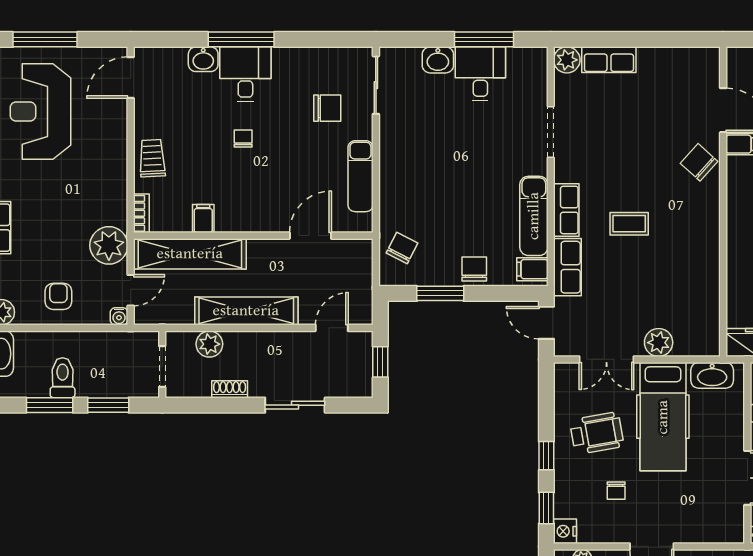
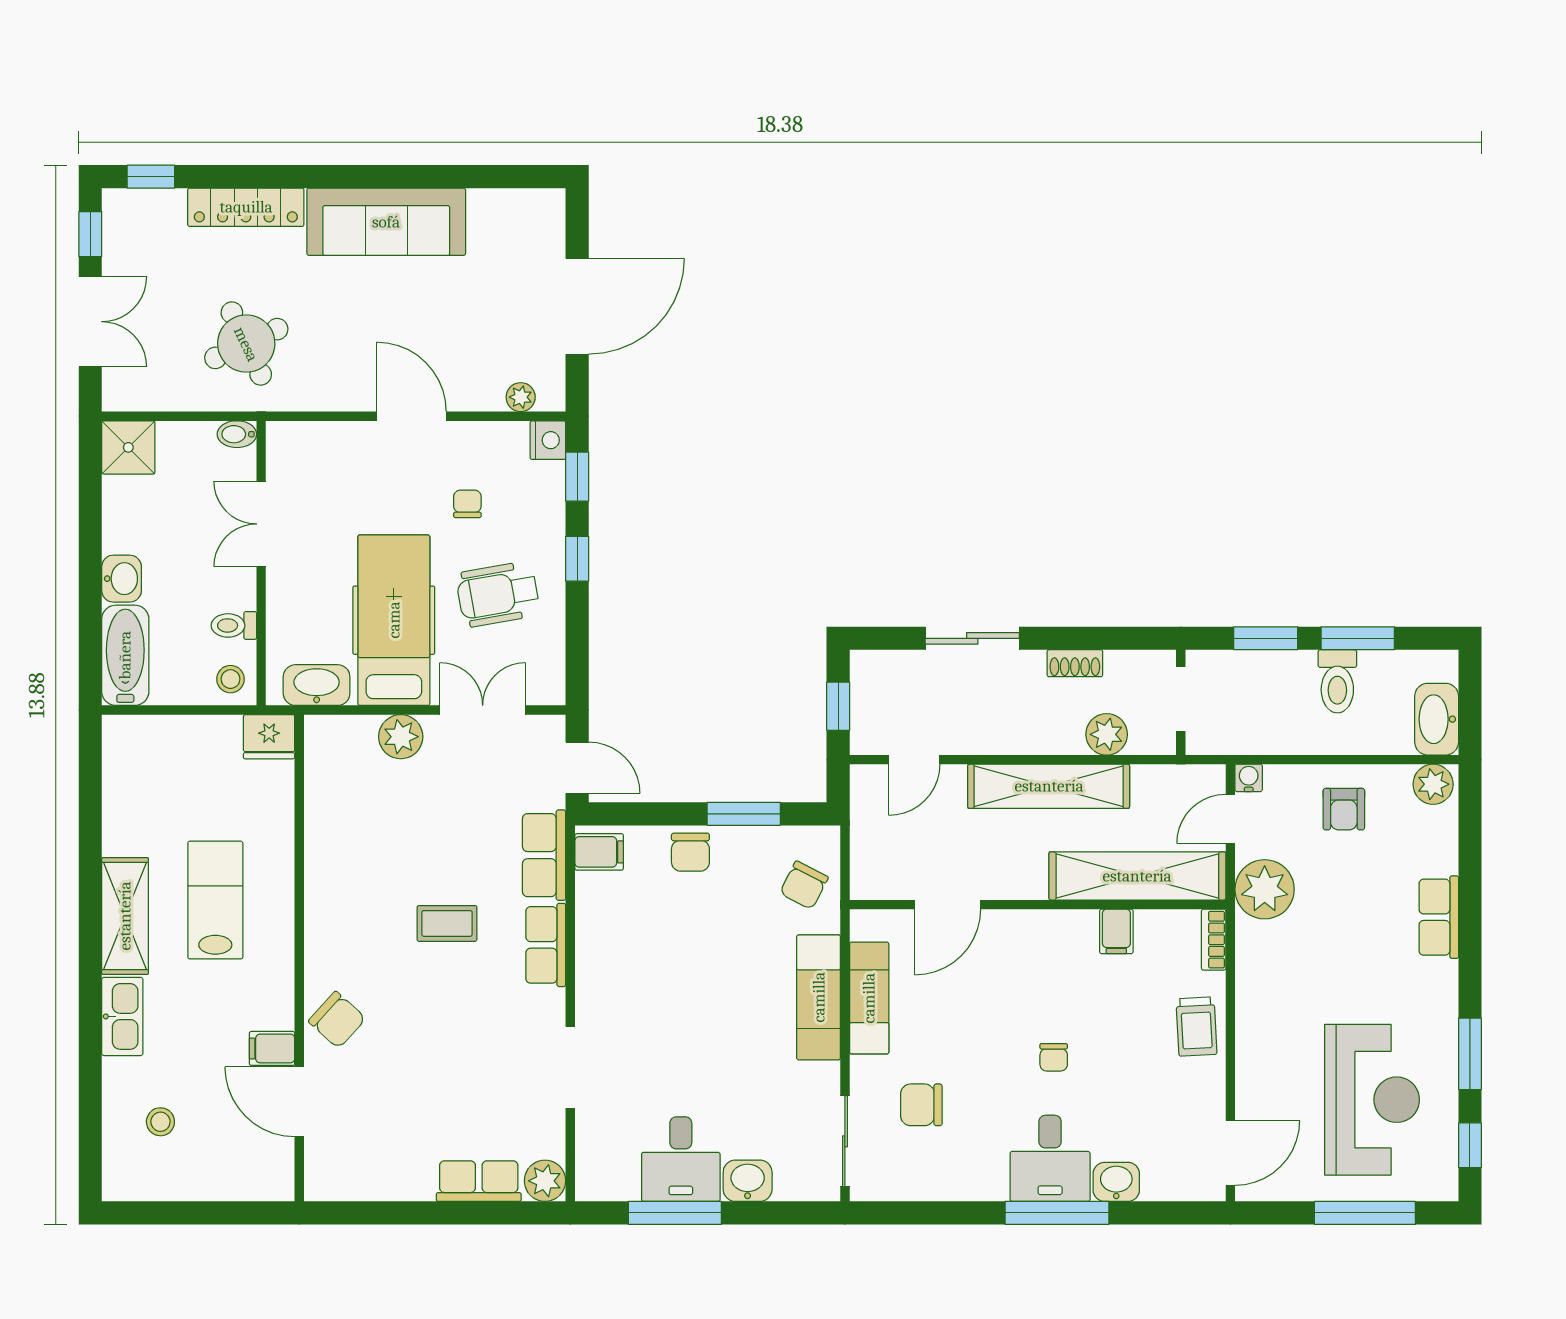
exam couch: (534, 216) -> (819, 997), moved, turned 180

